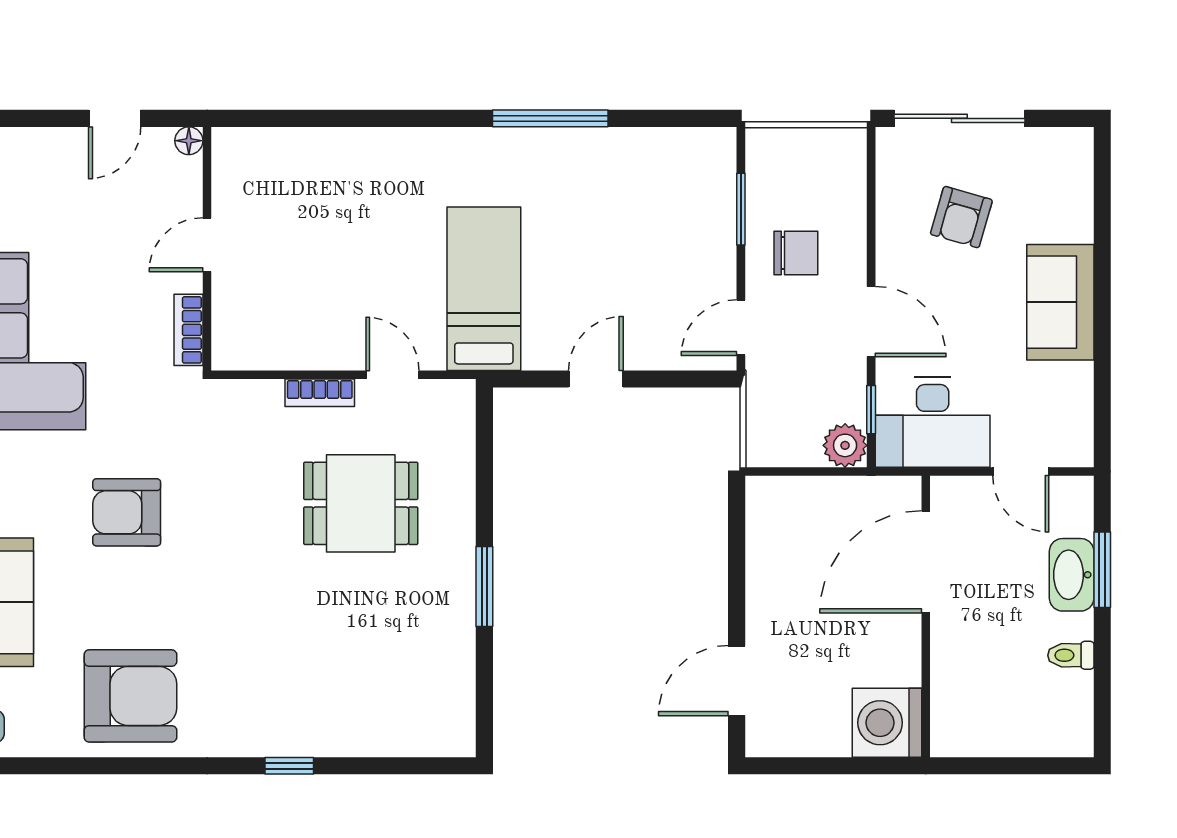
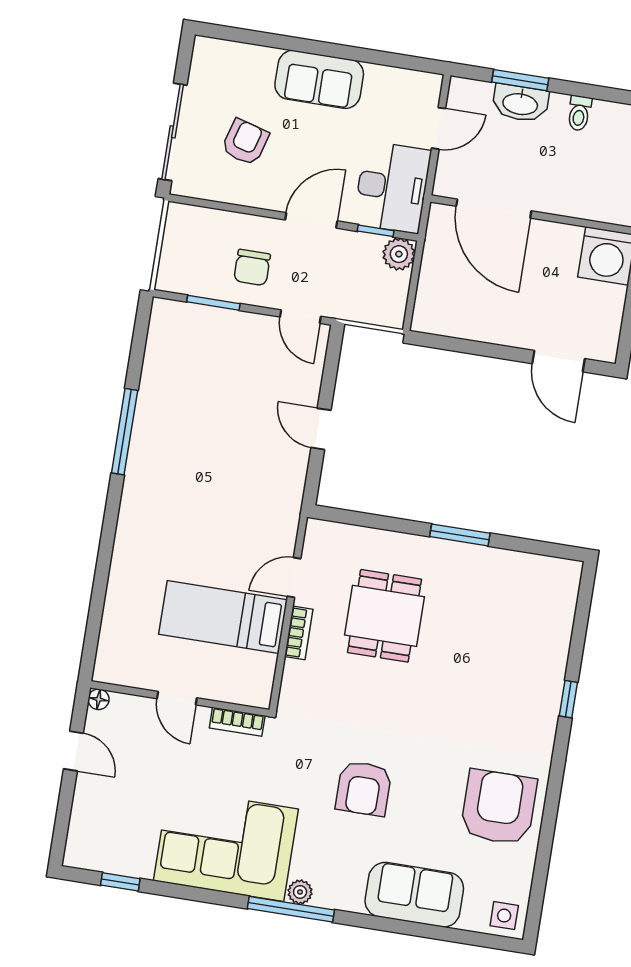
armchair: (961, 217) -> (245, 142), turned -90
chair: (796, 253) -> (252, 267), turned 180
bed: (484, 289) -> (223, 617), moved

